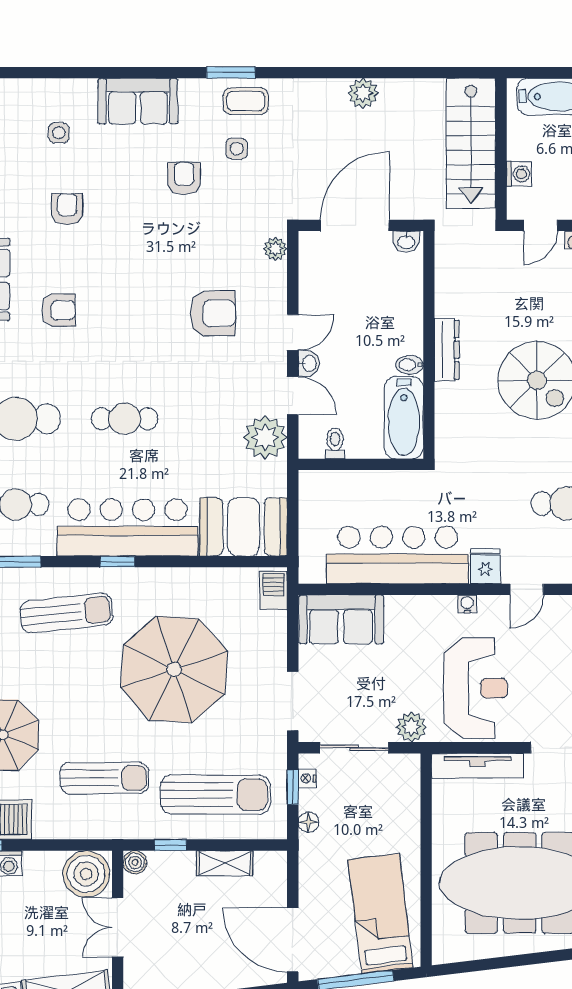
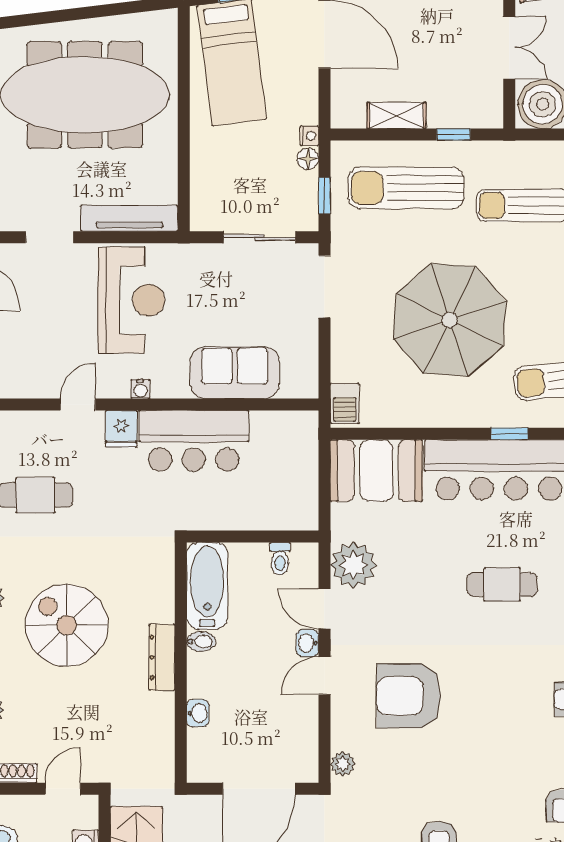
washbasin: (406, 242) -> (198, 713), moved, turned 90
armchair: (213, 313) -> (409, 696), width x1.36, depth x1.36
bar counter: (398, 555) -> (194, 441), width x0.73
sofa: (341, 619) -> (235, 373), moved
reception desk: (476, 688) -> (131, 300), turned 180
plant: (411, 727) -> (199, 259), removed
nightstand: (307, 778) -> (309, 136), moved
boiler: (135, 862) -> (491, 116), removed

